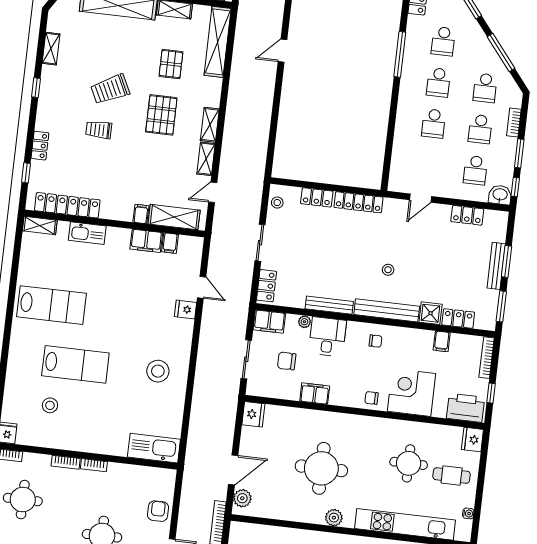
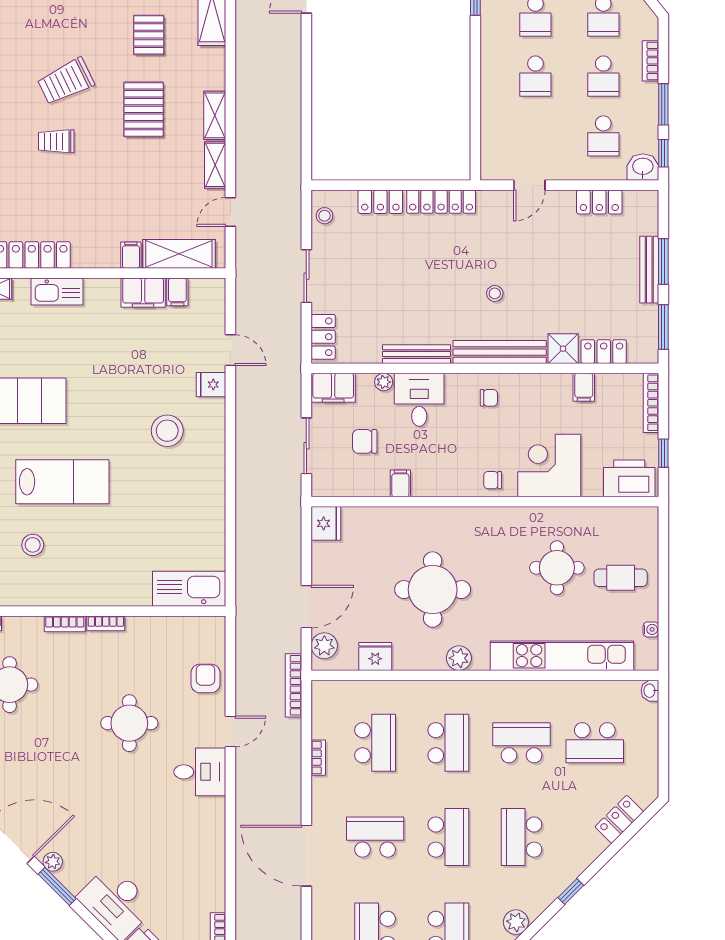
stool: (158, 371) -> (167, 431), moved
filing cabinet: (315, 394) -> (400, 483), width x0.50
fridge: (472, 440) -> (375, 656), moved, turned 90

